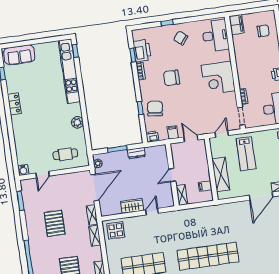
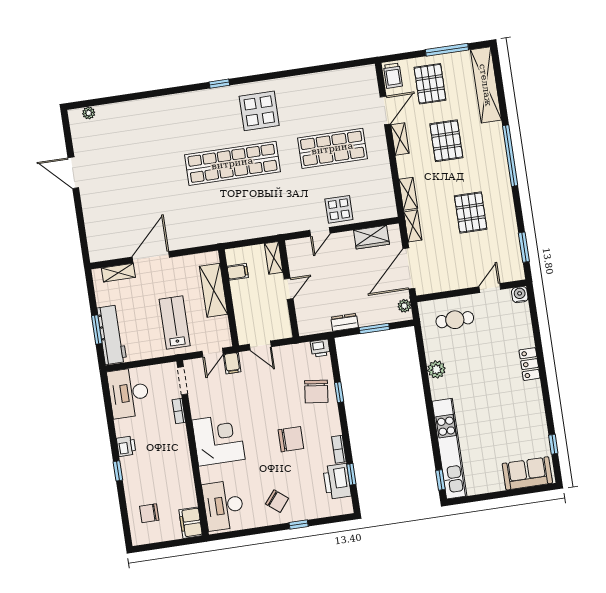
locker: (14, 104) -> (530, 364), moved
filing cabinet: (173, 132) -> (232, 363), moved
wardrobe: (132, 206) -> (371, 237), moved
display table: (116, 230) -> (339, 209), moved

